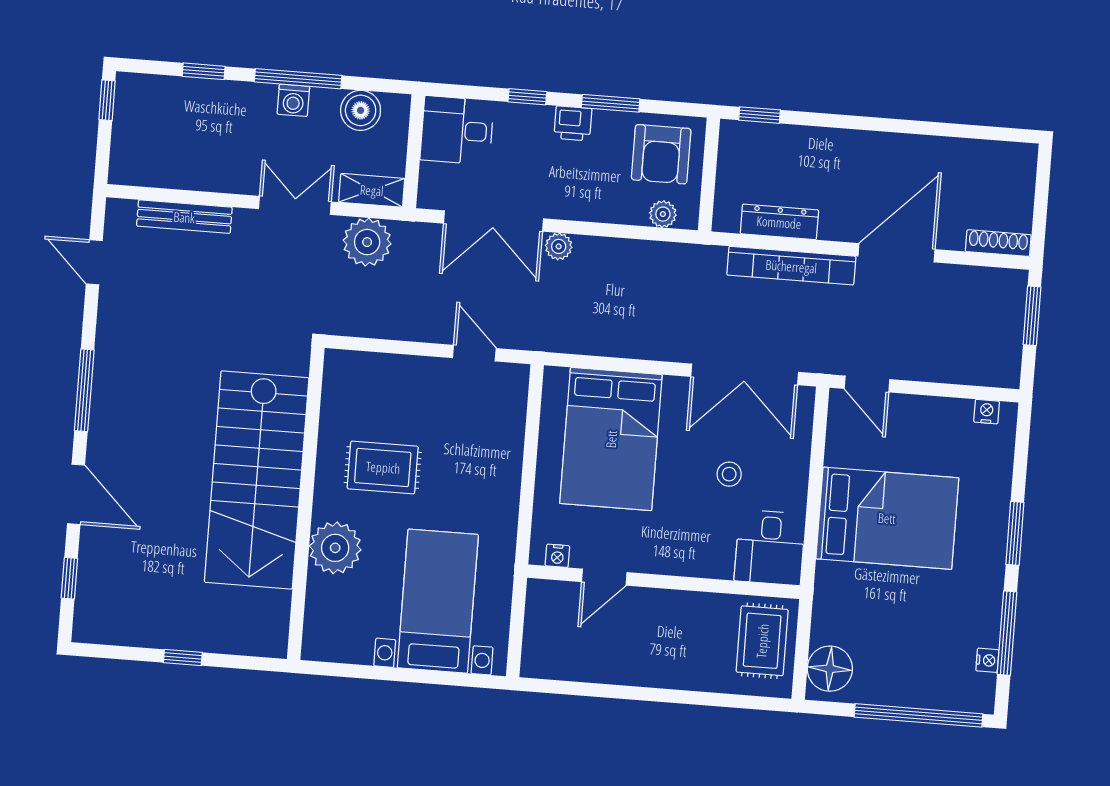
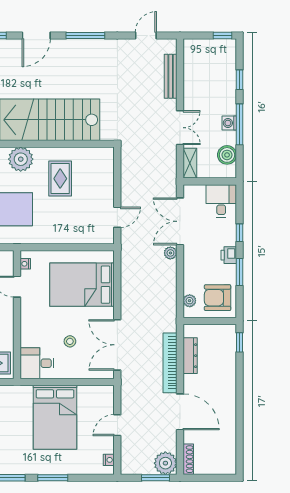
plant: (367, 242) -> (165, 463), moved
door: (867, 384) -> (117, 425), moved

